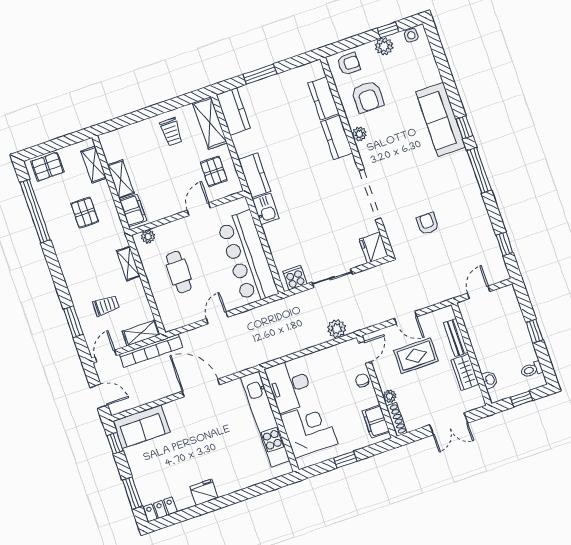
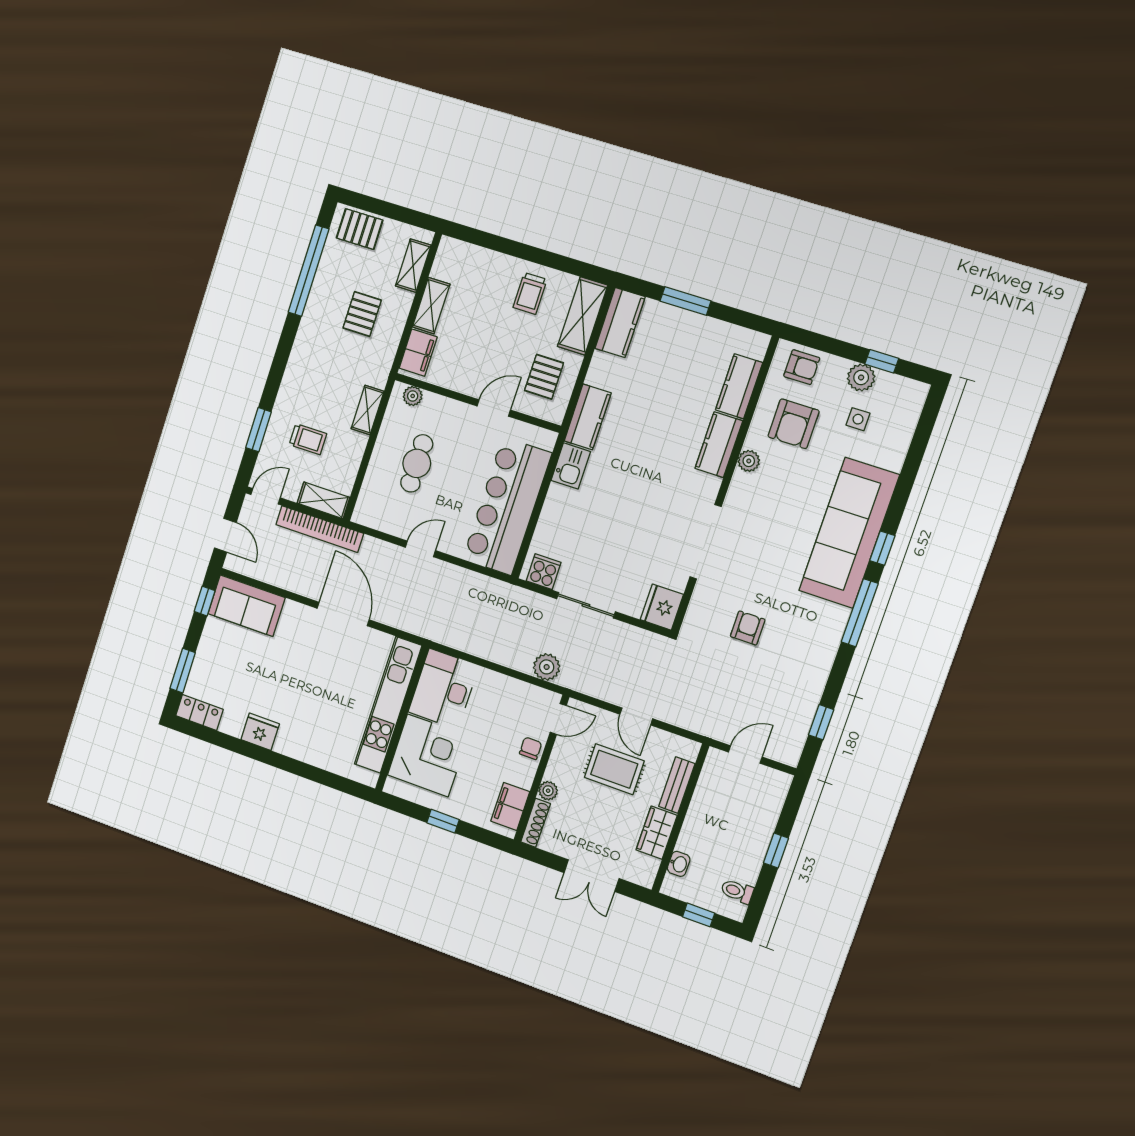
side table: (411, 35) -> (858, 419), moved
sofa: (441, 119) -> (849, 533), width x1.36, depth x1.27

